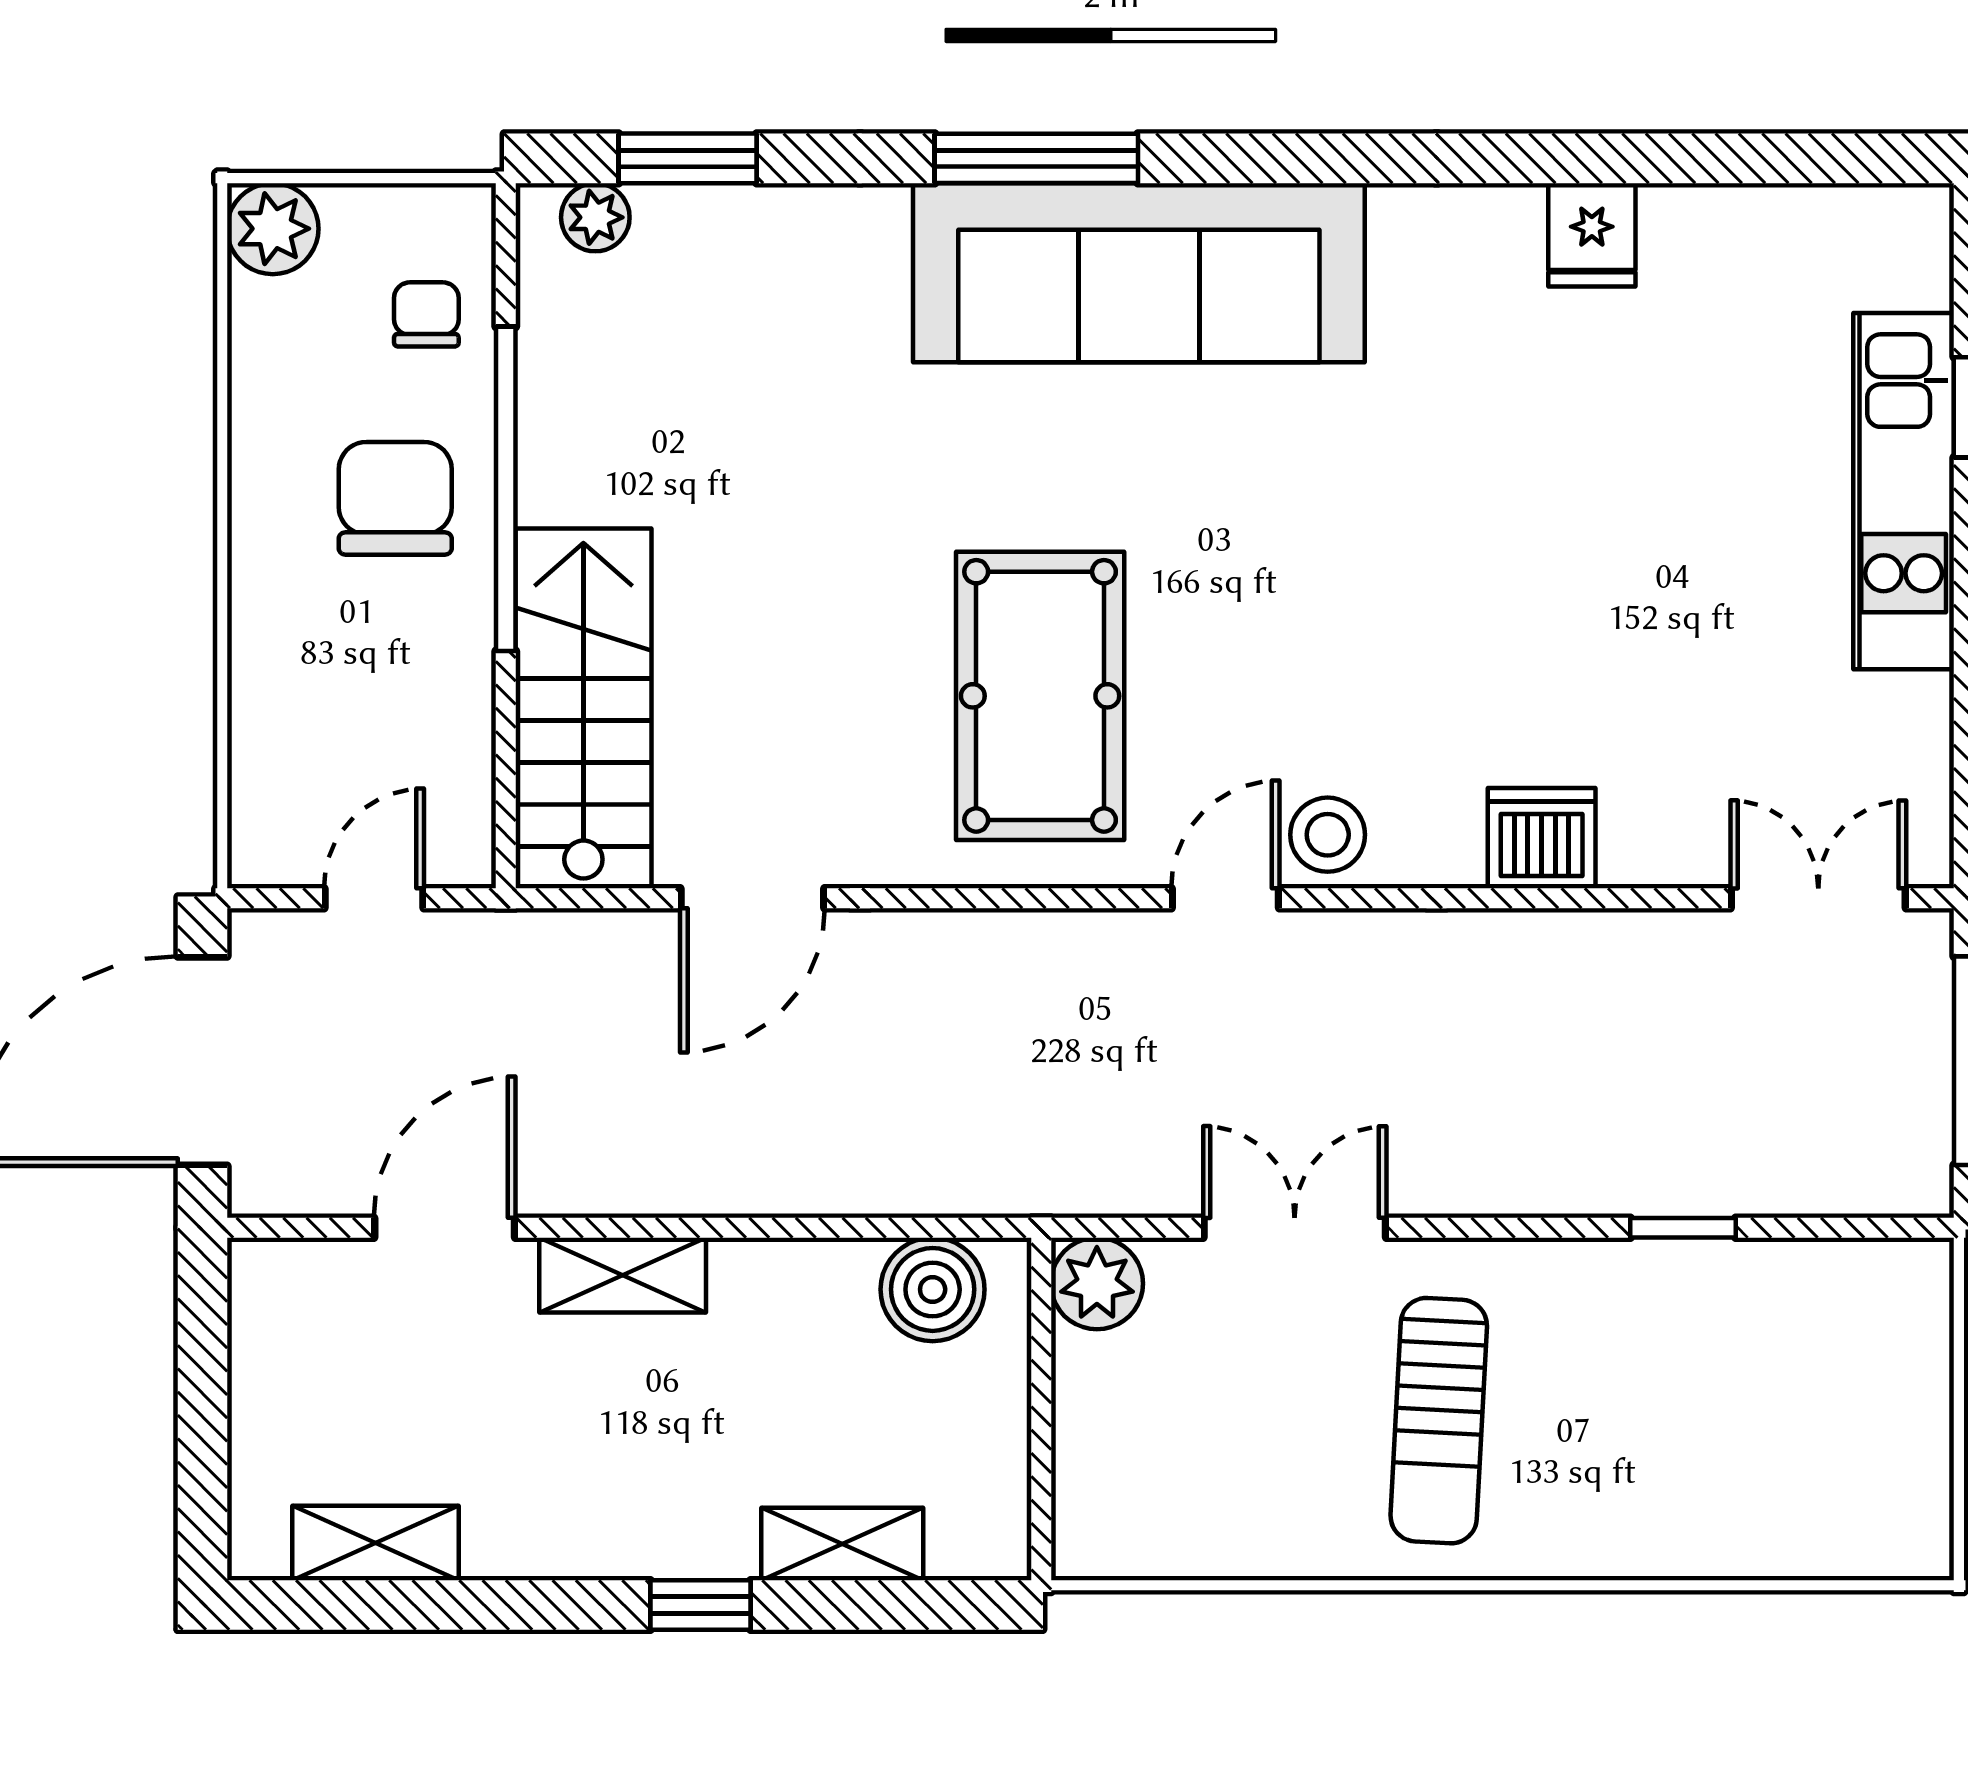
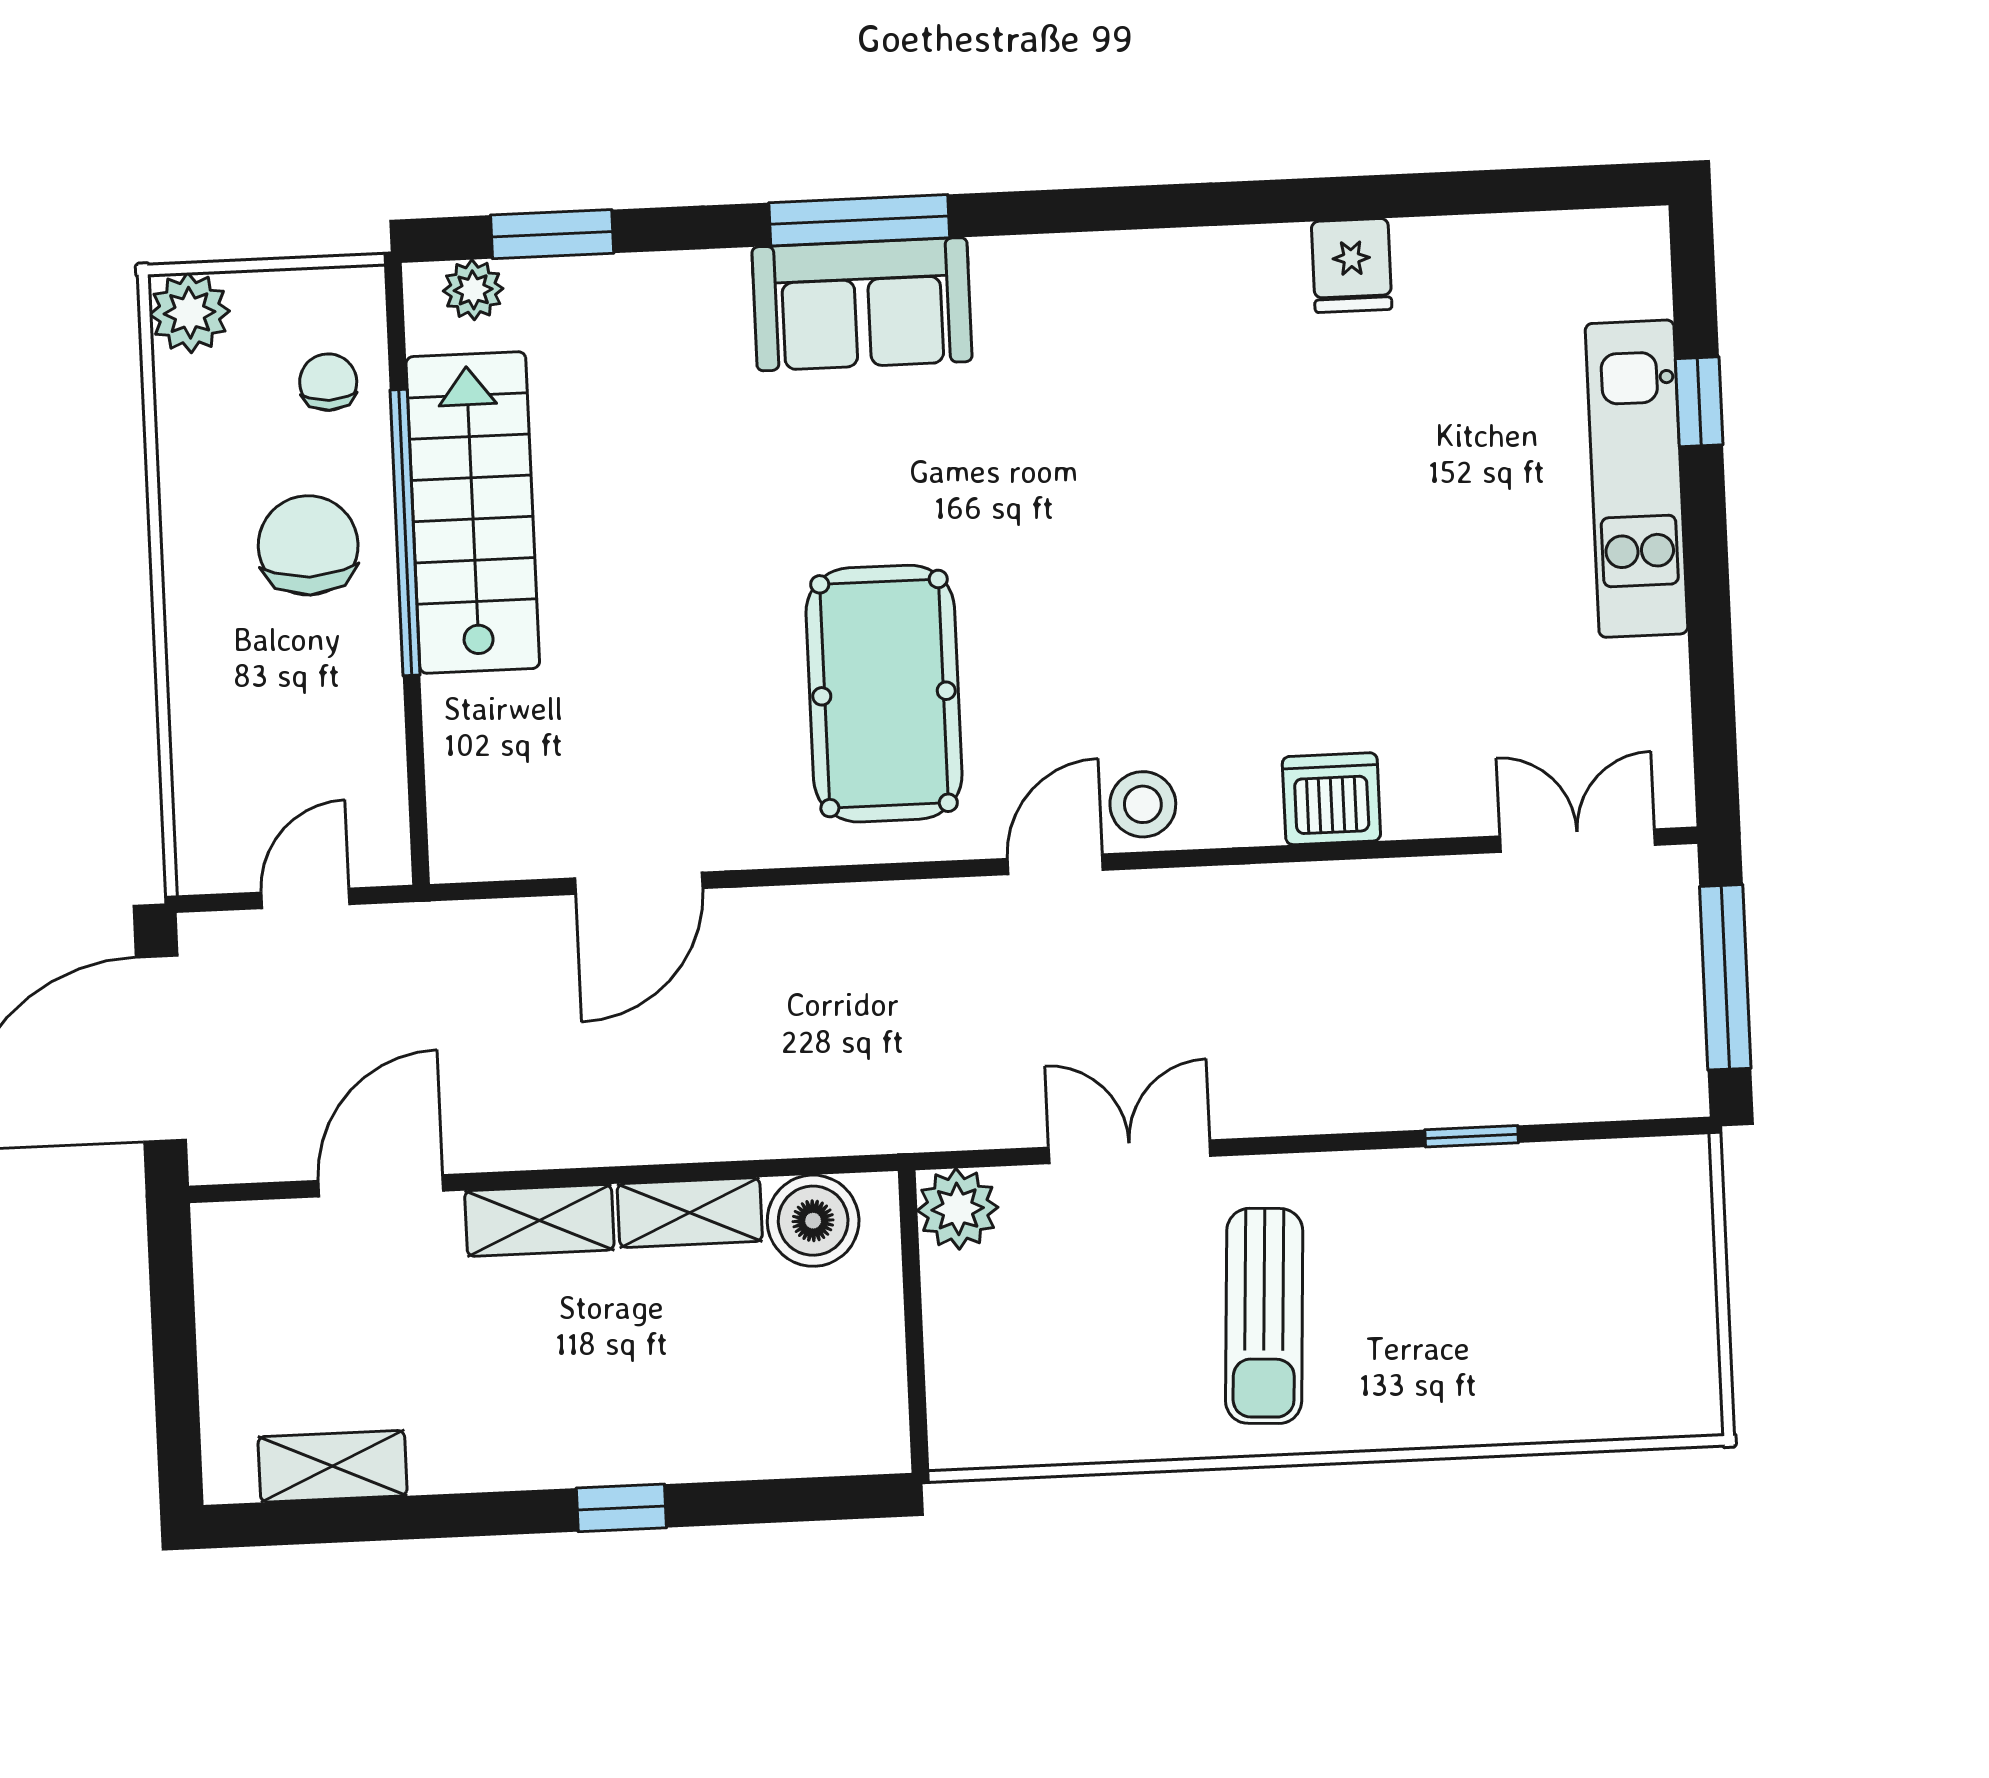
sofa: (1139, 273) -> (862, 304), width x0.54, depth x0.79
stairs: (583, 708) -> (473, 513), moved
shelving: (842, 1544) -> (690, 1213), moved

